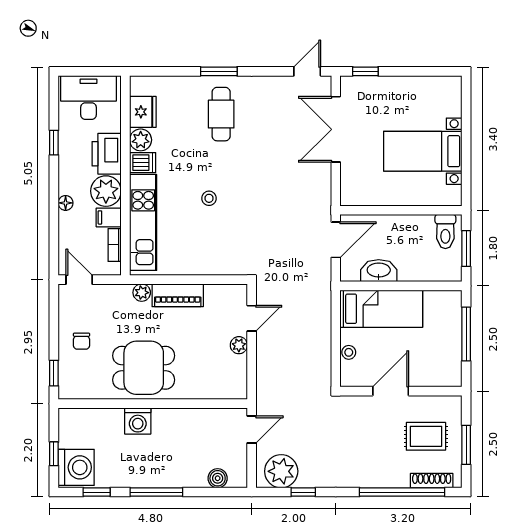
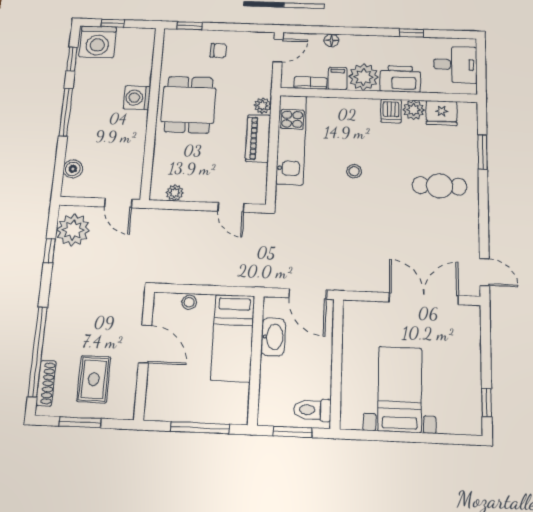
window: (219, 71) -> (483, 152), moved
window: (365, 71) -> (487, 403), moved
desk: (89, 98) -> (455, 65), width x0.73
floor lamp: (66, 203) -> (331, 40), moved
kitchen unit: (143, 222) -> (291, 140), moved, turned -90
chair: (82, 341) -> (218, 51), turned 180
plant: (239, 345) -> (175, 193), moved

